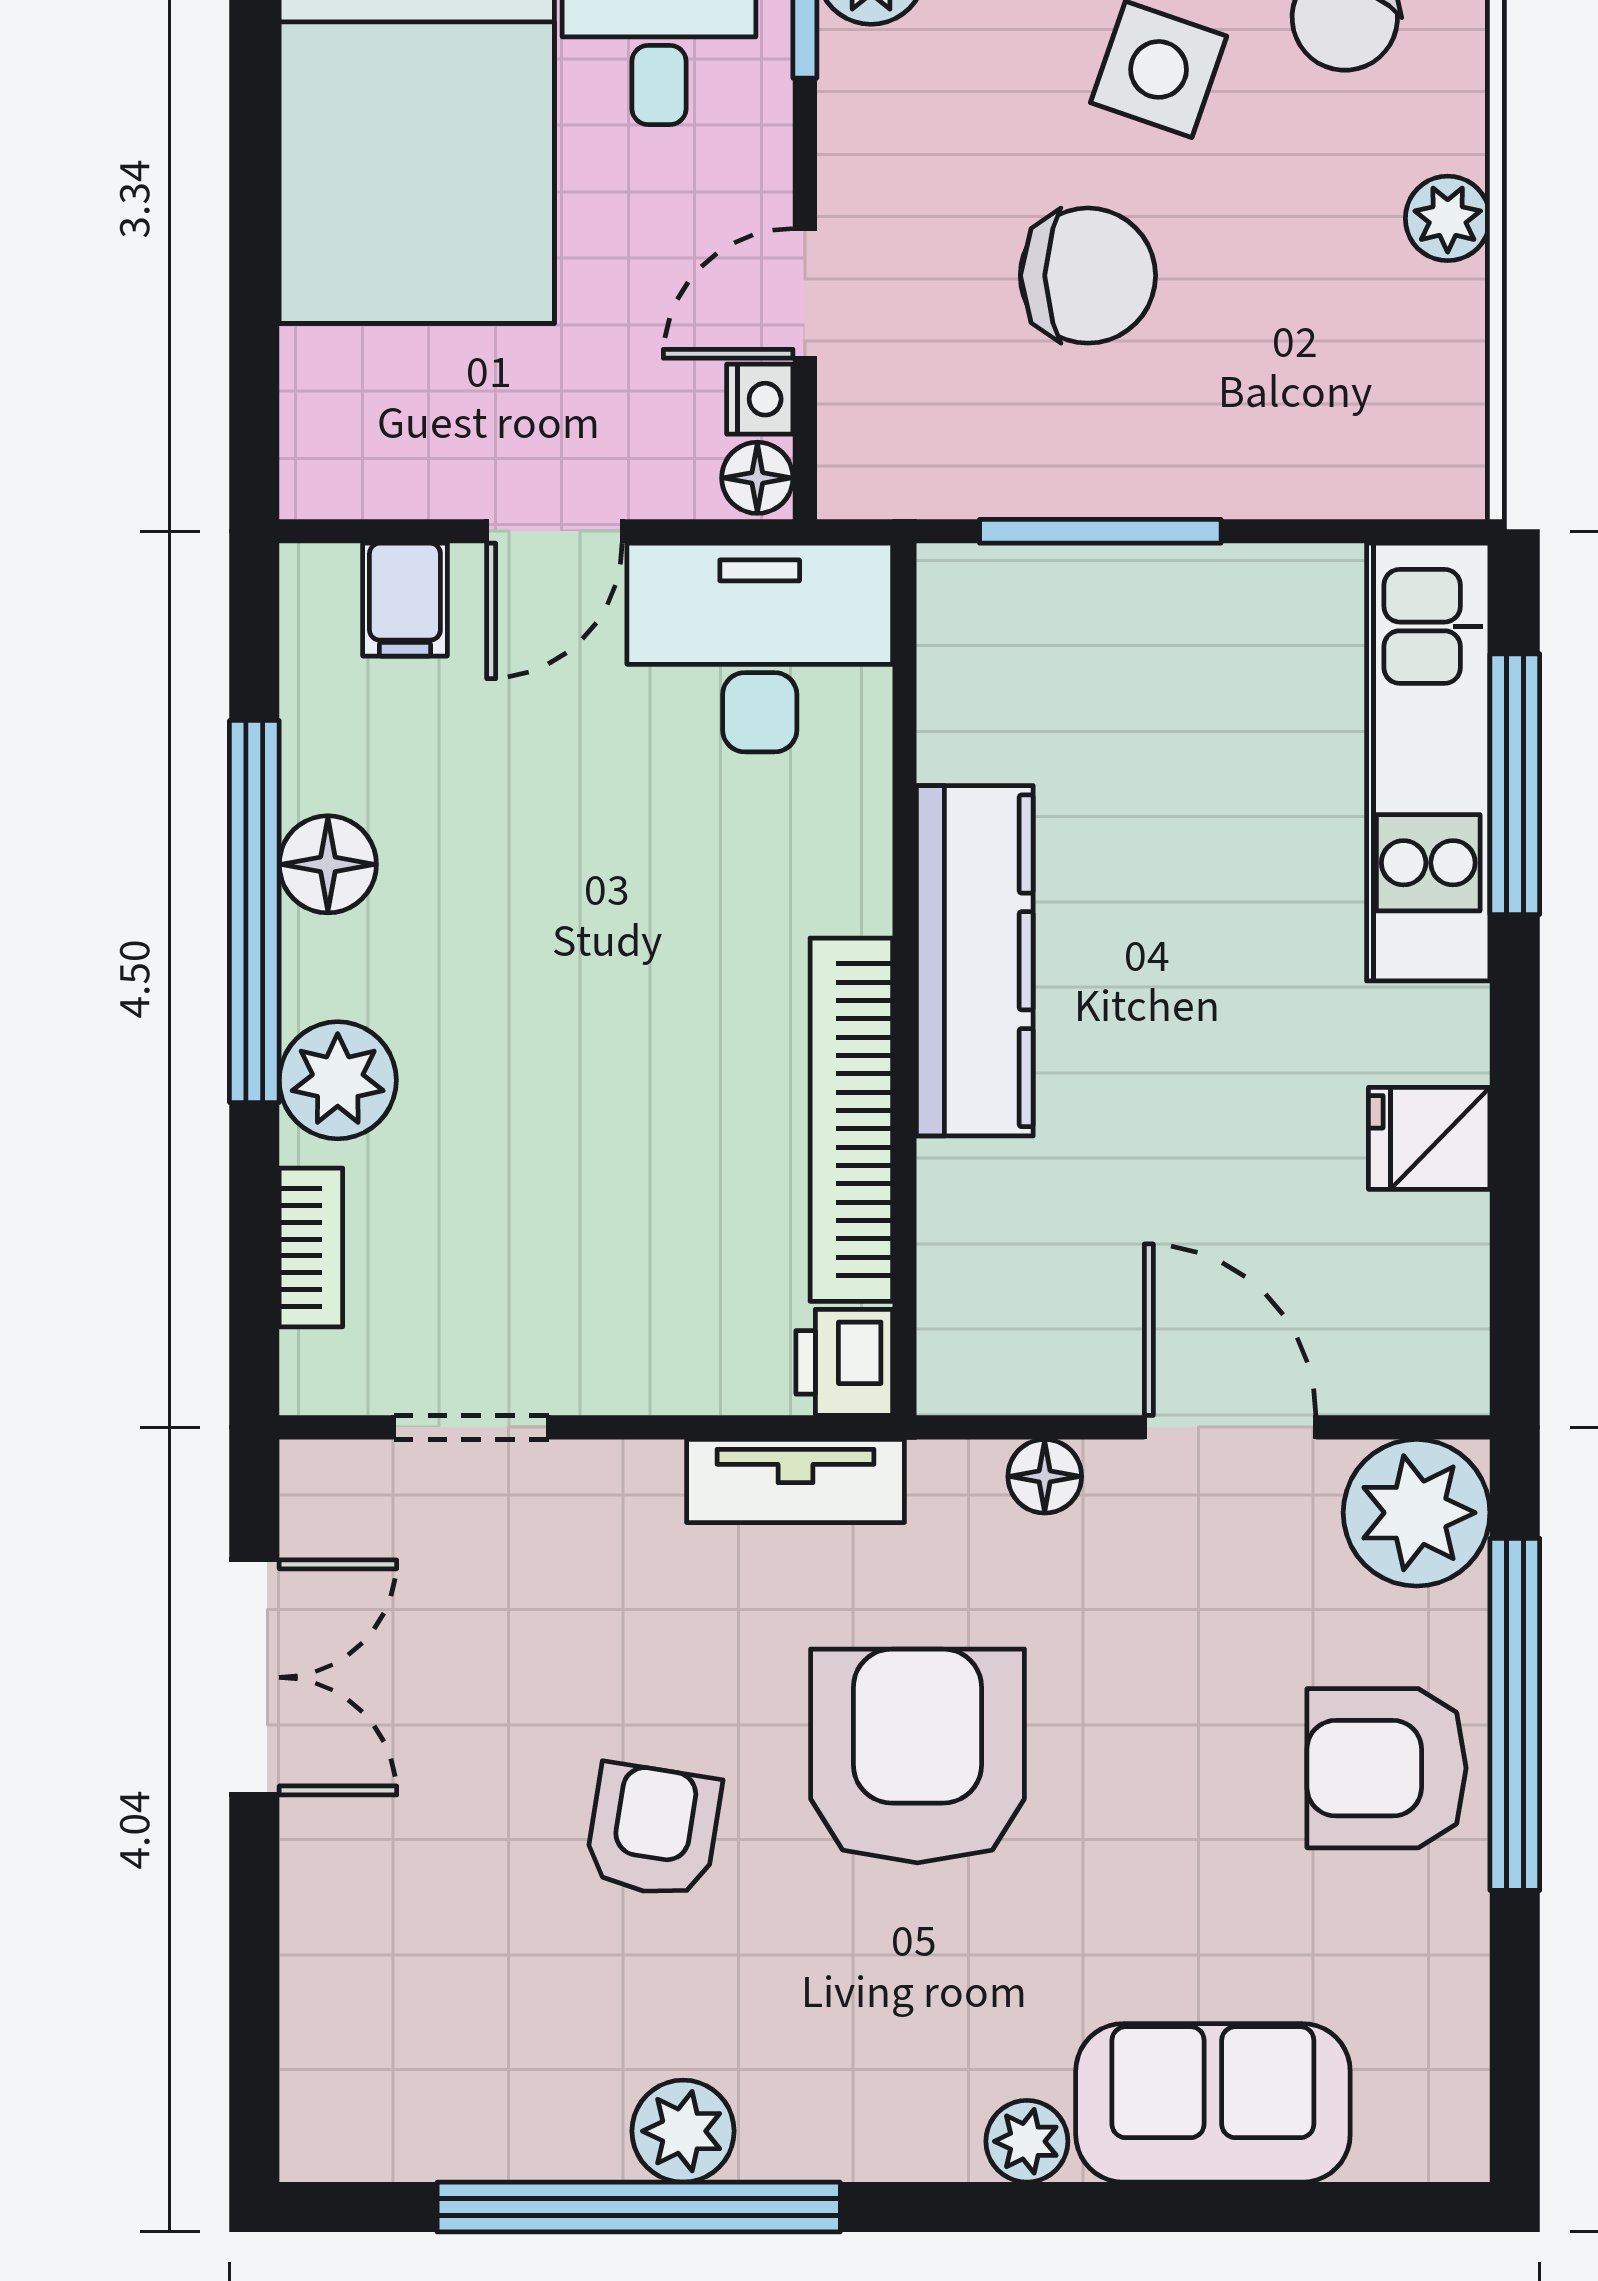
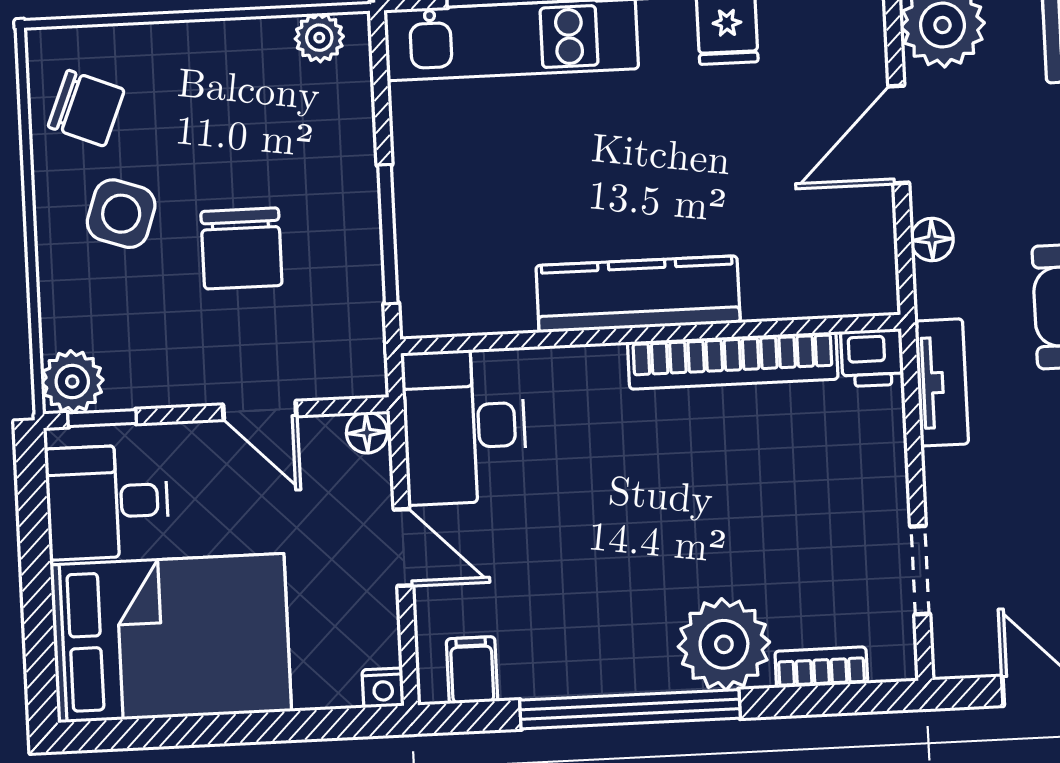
plant: (1448, 218) -> (319, 38), moved
chair: (1088, 276) -> (241, 248), turned 180
nightstand: (760, 399) -> (383, 688), moved, turned 180
filing cabinet: (405, 600) -> (472, 670), moved, turned -90
floor lamp: (328, 864) -> (601, 668), removed
plant: (338, 1080) -> (724, 644), width x1.36, depth x1.36

